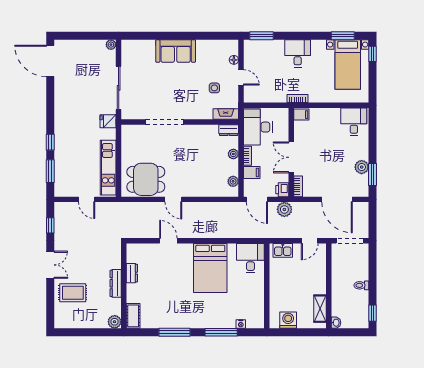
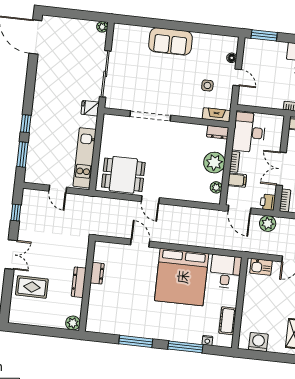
plant: (233, 154) -> (214, 163), width x1.87, depth x1.87
bed: (210, 268) -> (182, 277), width x1.36
cot: (133, 316) -> (228, 321), moved

